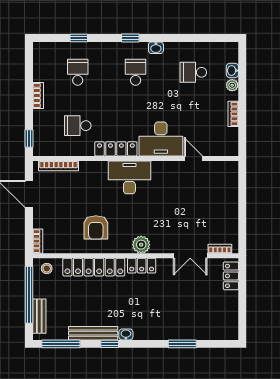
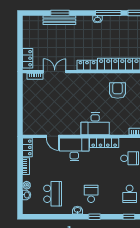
school desk: (136, 72) -> (91, 194), turned 180
school desk: (193, 72) -> (53, 194), width x1.85
locker: (231, 142) -> (27, 147), added
plant: (141, 245) -> (87, 79), removed
bench: (93, 333) -> (59, 20), moved
window: (110, 344) -> (108, 13), width x2.17

